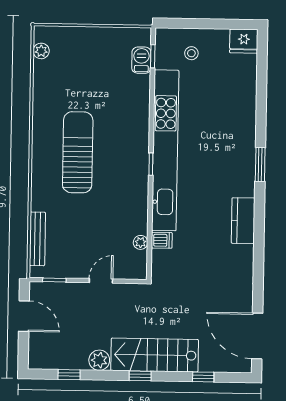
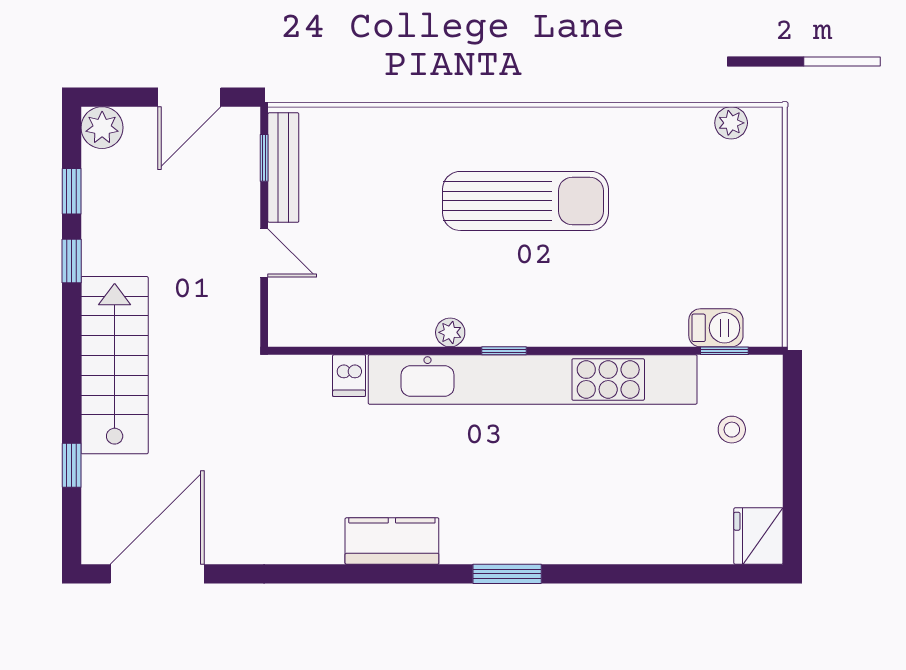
bench: (37, 239) -> (283, 168), moved, turned 90
plant: (141, 242) -> (450, 332), moved
plant: (99, 360) -> (102, 128), moved
window: (140, 376) -> (72, 261), moved

